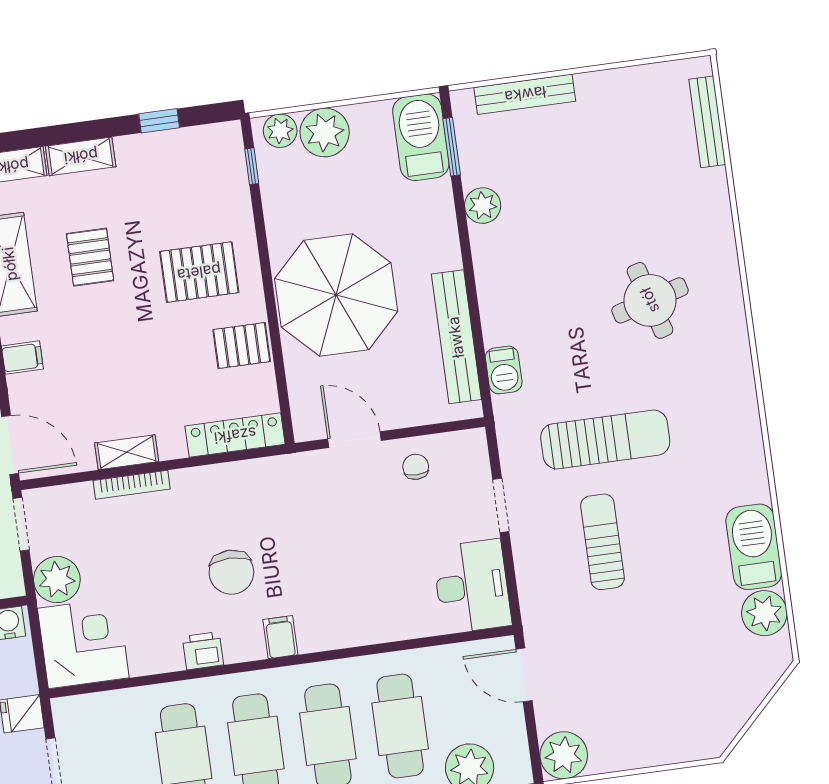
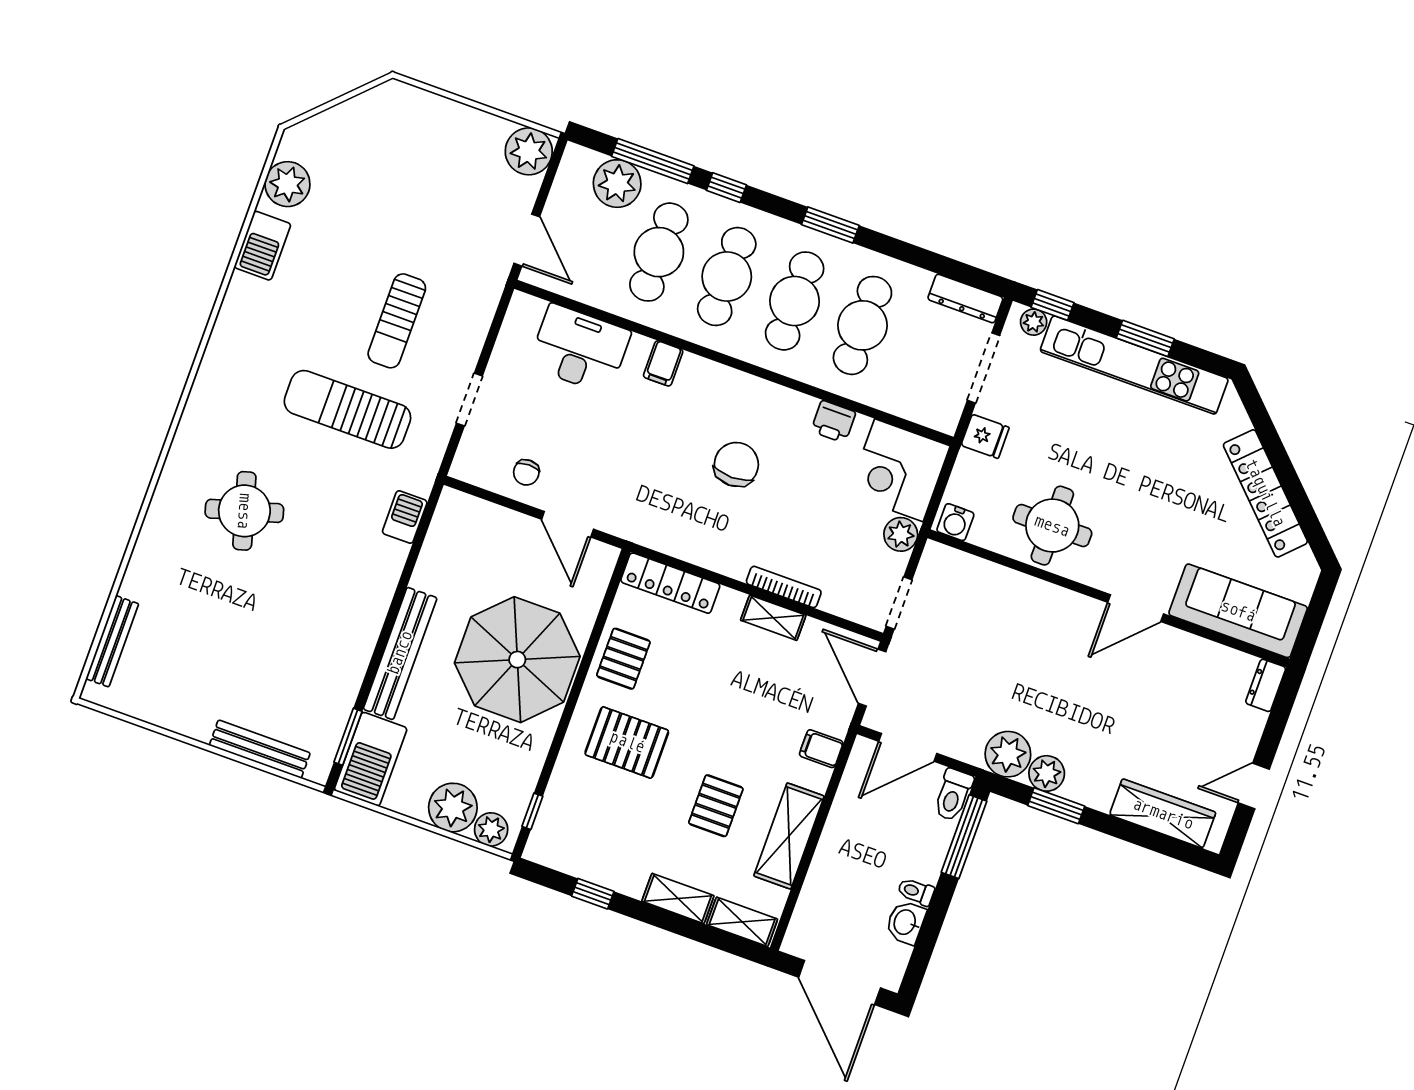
plant: (483, 206) -> (348, 671), removed
bench: (456, 337) -> (400, 653), moved
pallet: (242, 346) -> (623, 659), turned 90
barbecue: (754, 547) -> (262, 246), width x0.73, depth x0.83
plant: (57, 580) -> (901, 534), width x0.73, depth x0.73
desk: (472, 586) -> (580, 349), moved, turned 90
filing cabinet: (280, 637) -> (663, 363), moved
printer: (203, 651) -> (833, 422), moved

